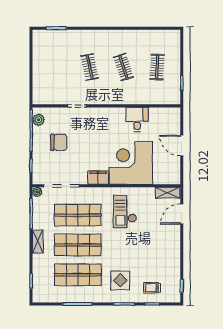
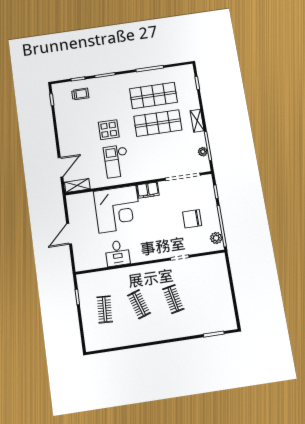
door: (182, 146) -> (69, 234), swing flipped
plant: (37, 192) -> (203, 152), moved
checkout: (125, 212) -> (117, 161), turned 180
shop shelf: (78, 215) -> (162, 151), removed
display table: (120, 280) -> (109, 130), moved

